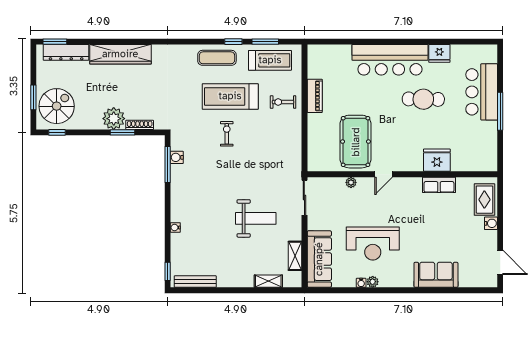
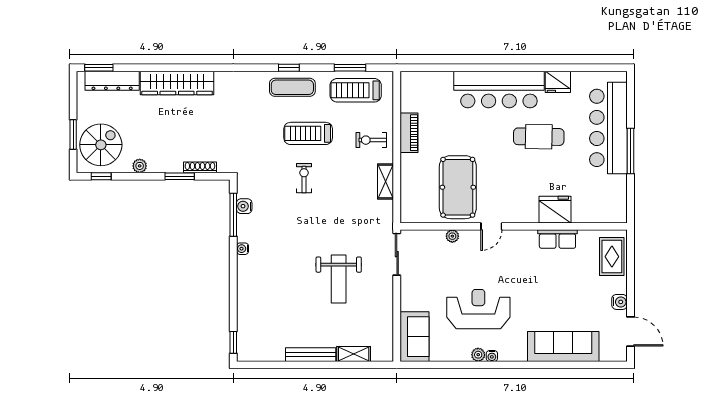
window: (233, 42) -> (289, 68), moved
treadmill: (270, 60) -> (356, 90), turned 180
bar counter: (482, 92) -> (608, 128), width x1.36
treadmill: (230, 96) -> (308, 133), width x0.73, depth x0.73
plant: (114, 119) -> (140, 166), moved, width x0.53, depth x0.53
weight bench: (256, 218) -> (339, 279), turned 90
water cooler: (491, 223) -> (620, 302), moved
water cooler: (175, 227) -> (243, 249), moved
reception desk: (373, 244) -> (478, 309), turned 180
shelving: (295, 256) -> (386, 182), moved
sofa: (319, 259) -> (415, 337), width x0.73
sofa: (436, 275) -> (563, 346), width x1.36
bench: (195, 282) -> (311, 355), moved
water cooler: (361, 283) -> (492, 356), moved

